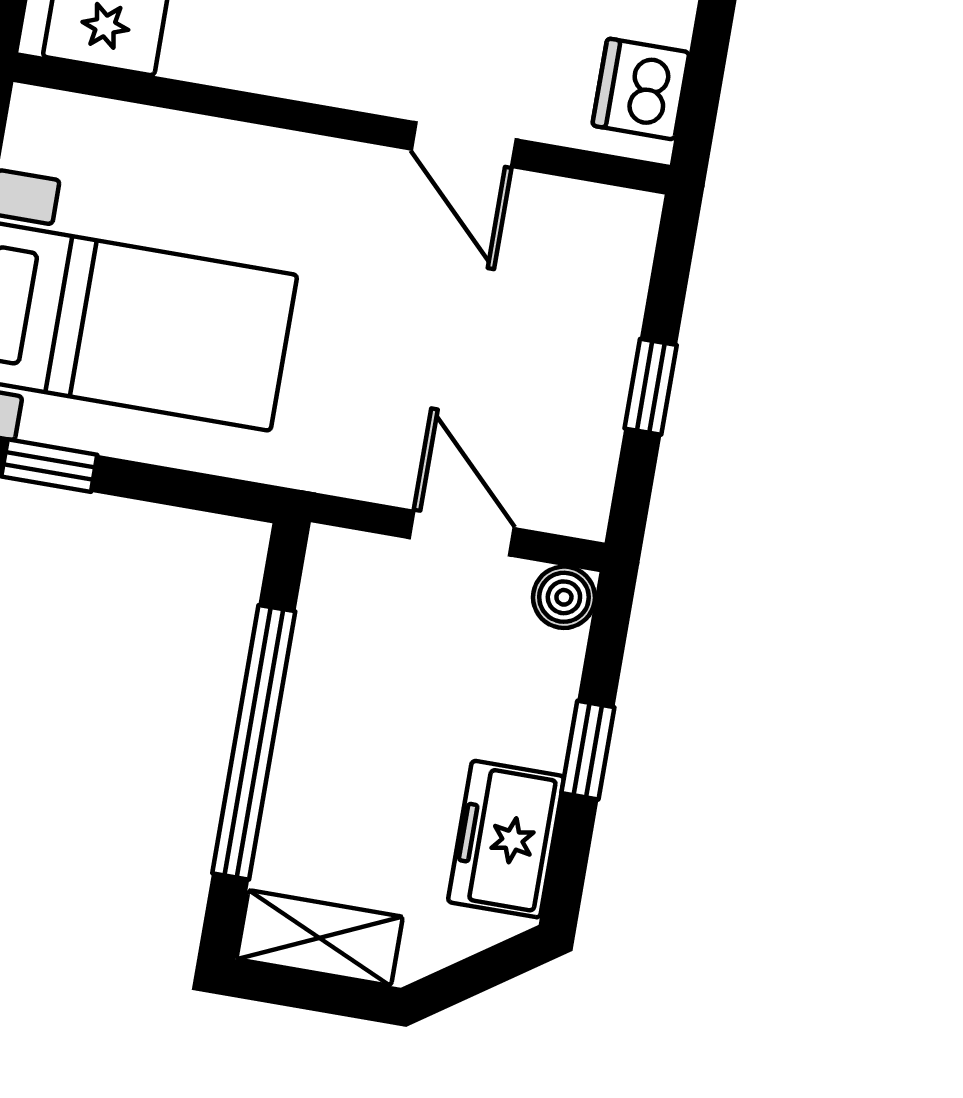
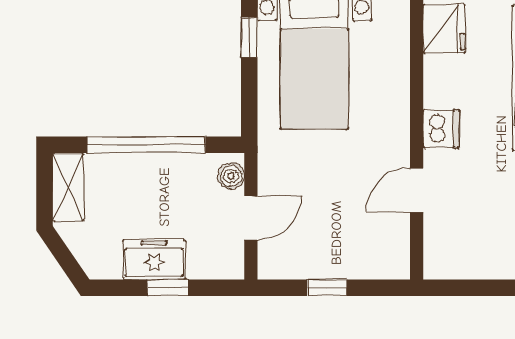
dishwasher: (641, 89) -> (441, 129), moved, turned 90
boiler: (564, 597) -> (231, 176), moved
freezer: (506, 839) -> (154, 259), moved

